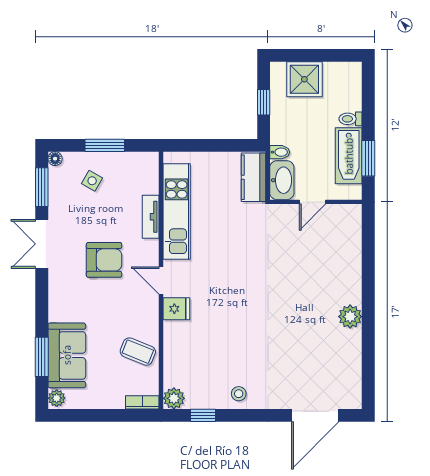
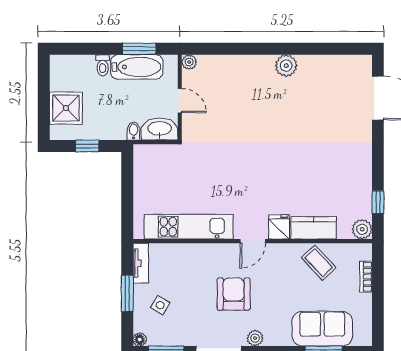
kitchen counter: (253, 177) -> (314, 228), moved, turned 180
plant: (354, 212) -> (189, 62), added
tv unit: (151, 217) -> (141, 263), moved, turned -90
coffee table: (138, 352) -> (319, 263), turned -65
stool: (239, 394) -> (358, 169), removed
plant: (57, 398) -> (255, 338), moved
bookcase: (142, 402) -> (366, 277), moved

